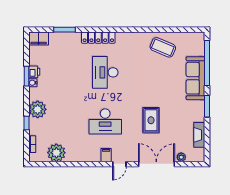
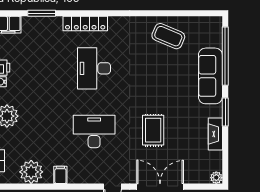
desk: (105, 121) -> (94, 131), turned 180
fireplace: (199, 135) -> (215, 134), moved
filing cabinet: (106, 155) -> (60, 175), moved
plant: (181, 157) -> (216, 178), moved

